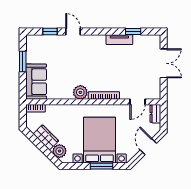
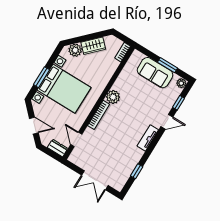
plant: (31, 40) -> (181, 83), added
tv unit: (119, 40) -> (148, 138), moved
sofa: (36, 82) -> (155, 73), moved

